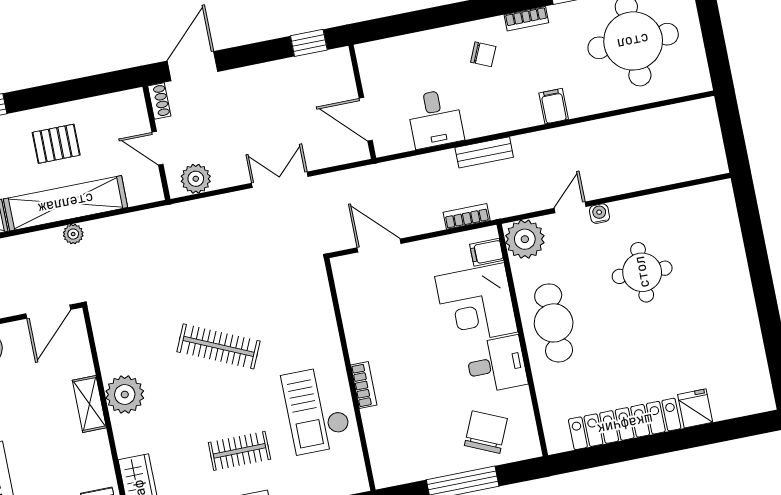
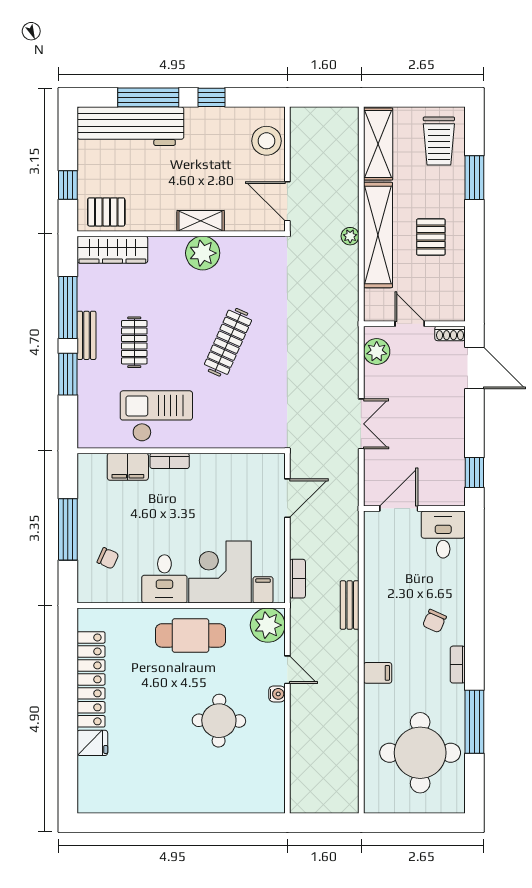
desk: (435, 119) -> (443, 534), moved, turned 90
door: (158, 148) -> (410, 324), hinge flipped
filing cabinet: (379, 430) -> (128, 467), added
chair: (486, 432) -> (108, 558), width x0.54, depth x0.54

